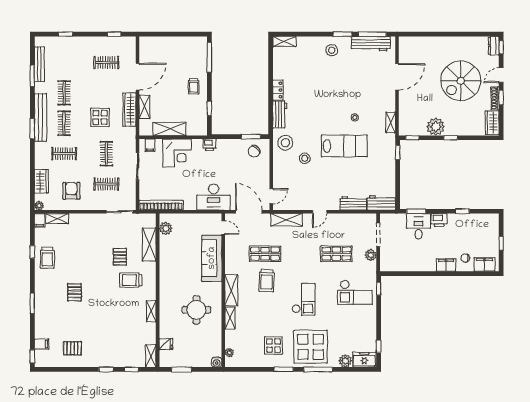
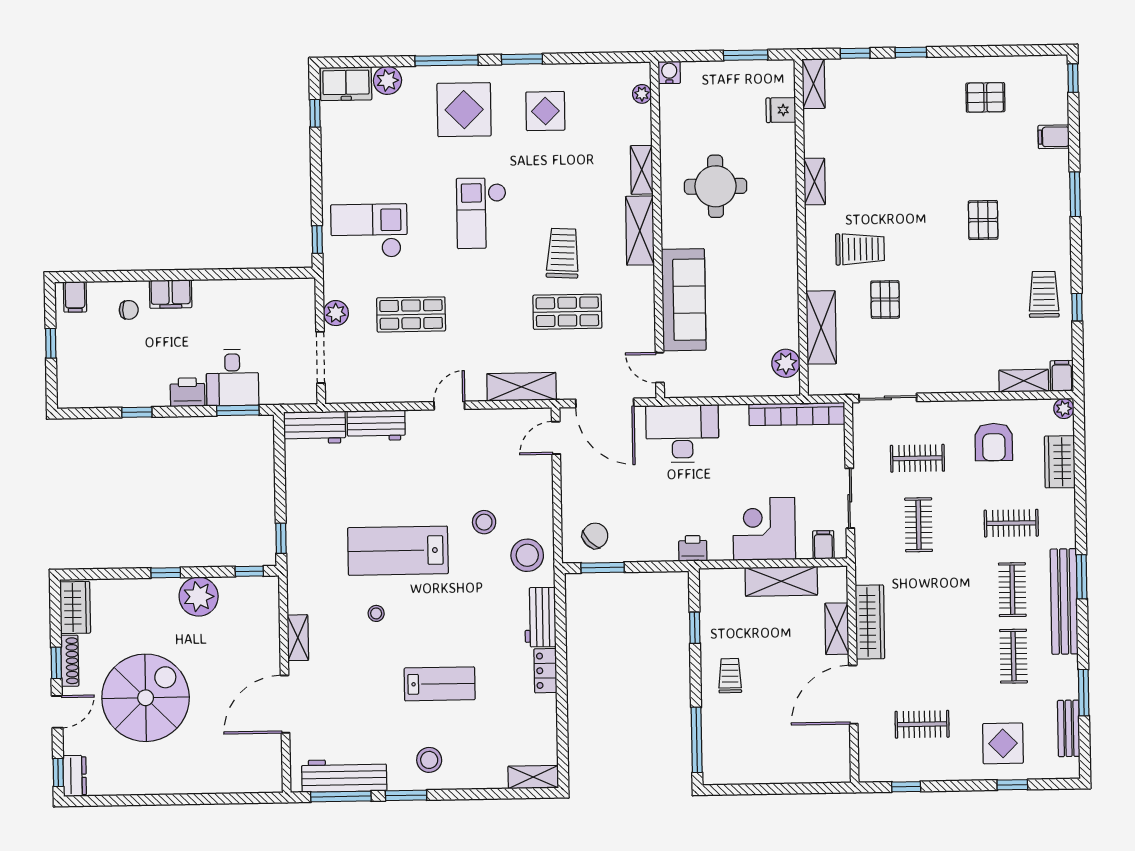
bench: (39, 64) -> (1069, 728), width x0.73
lab bench: (326, 85) -> (440, 684), added
display table: (100, 117) -> (1003, 743), moved
shelving: (391, 122) -> (298, 638), moved
filing cabinet: (484, 264) -> (75, 297), width x0.50
filing cabinet: (42, 344) -> (1054, 137), moved
display table: (311, 347) -> (464, 110), width x0.73, depth x0.73

